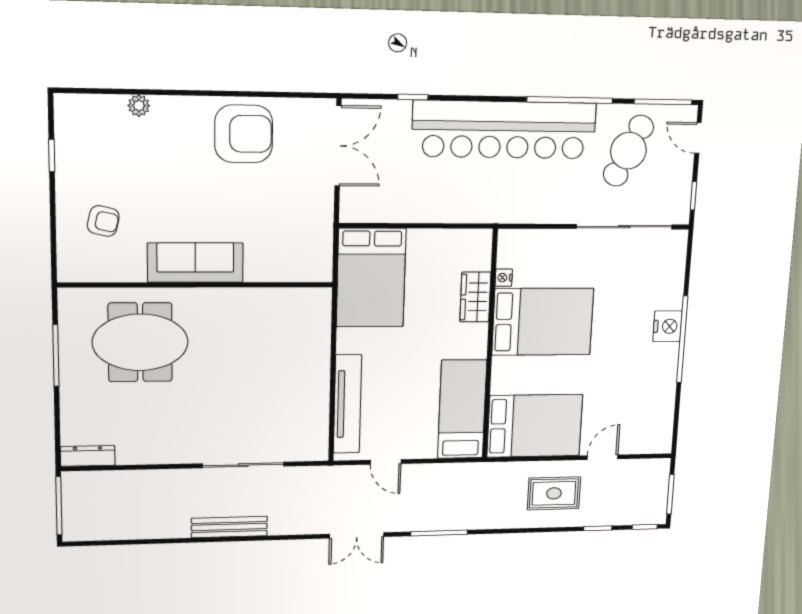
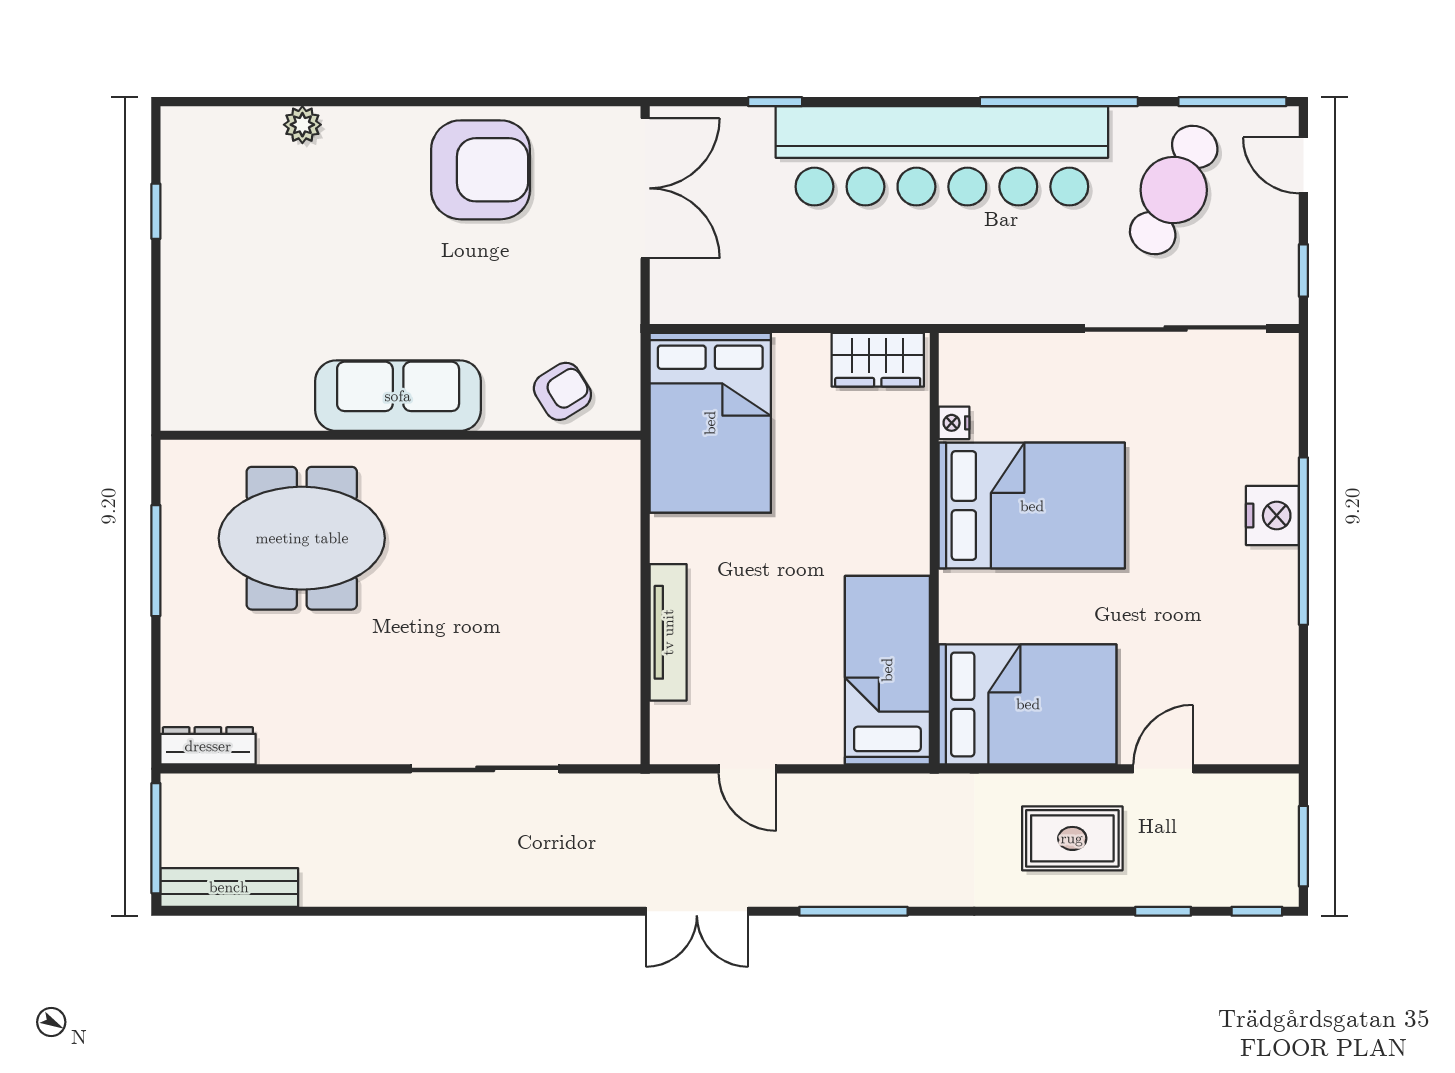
armchair: (103, 221) -> (562, 391), moved, turned -45
wardrobe: (475, 297) -> (878, 360), moved, turned -90
tv unit: (347, 404) -> (668, 632), width x0.73, depth x0.78
bench: (229, 527) -> (229, 887), moved

